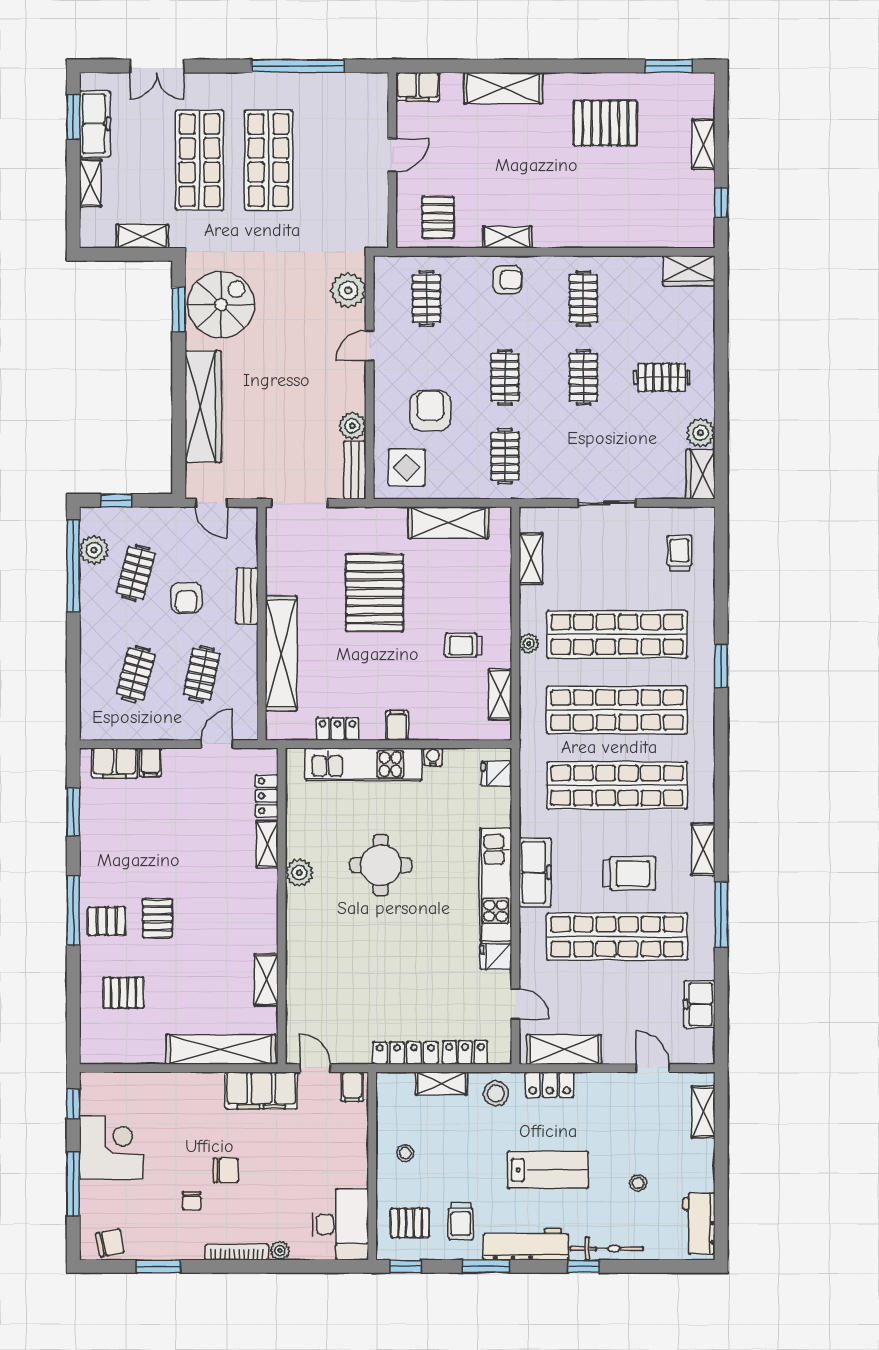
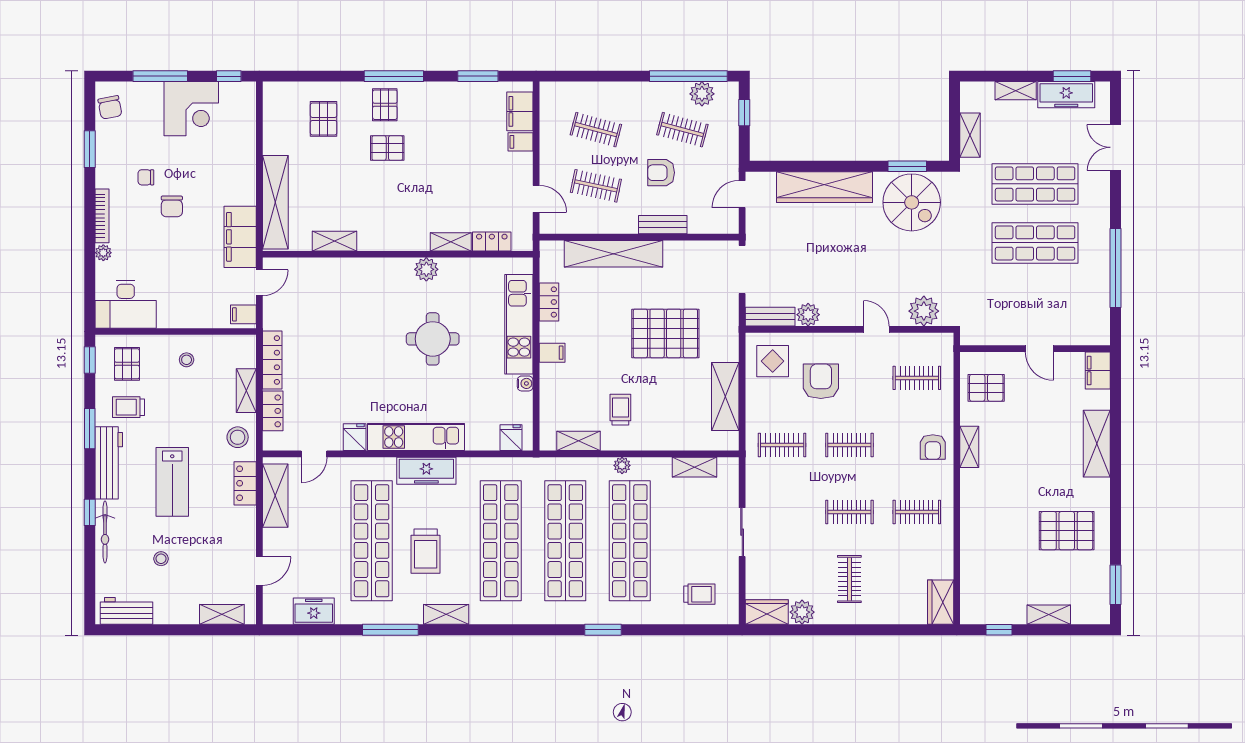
pallet: (605, 123) -> (1067, 531), turned 90
armchair: (430, 411) -> (821, 381), turned -90

